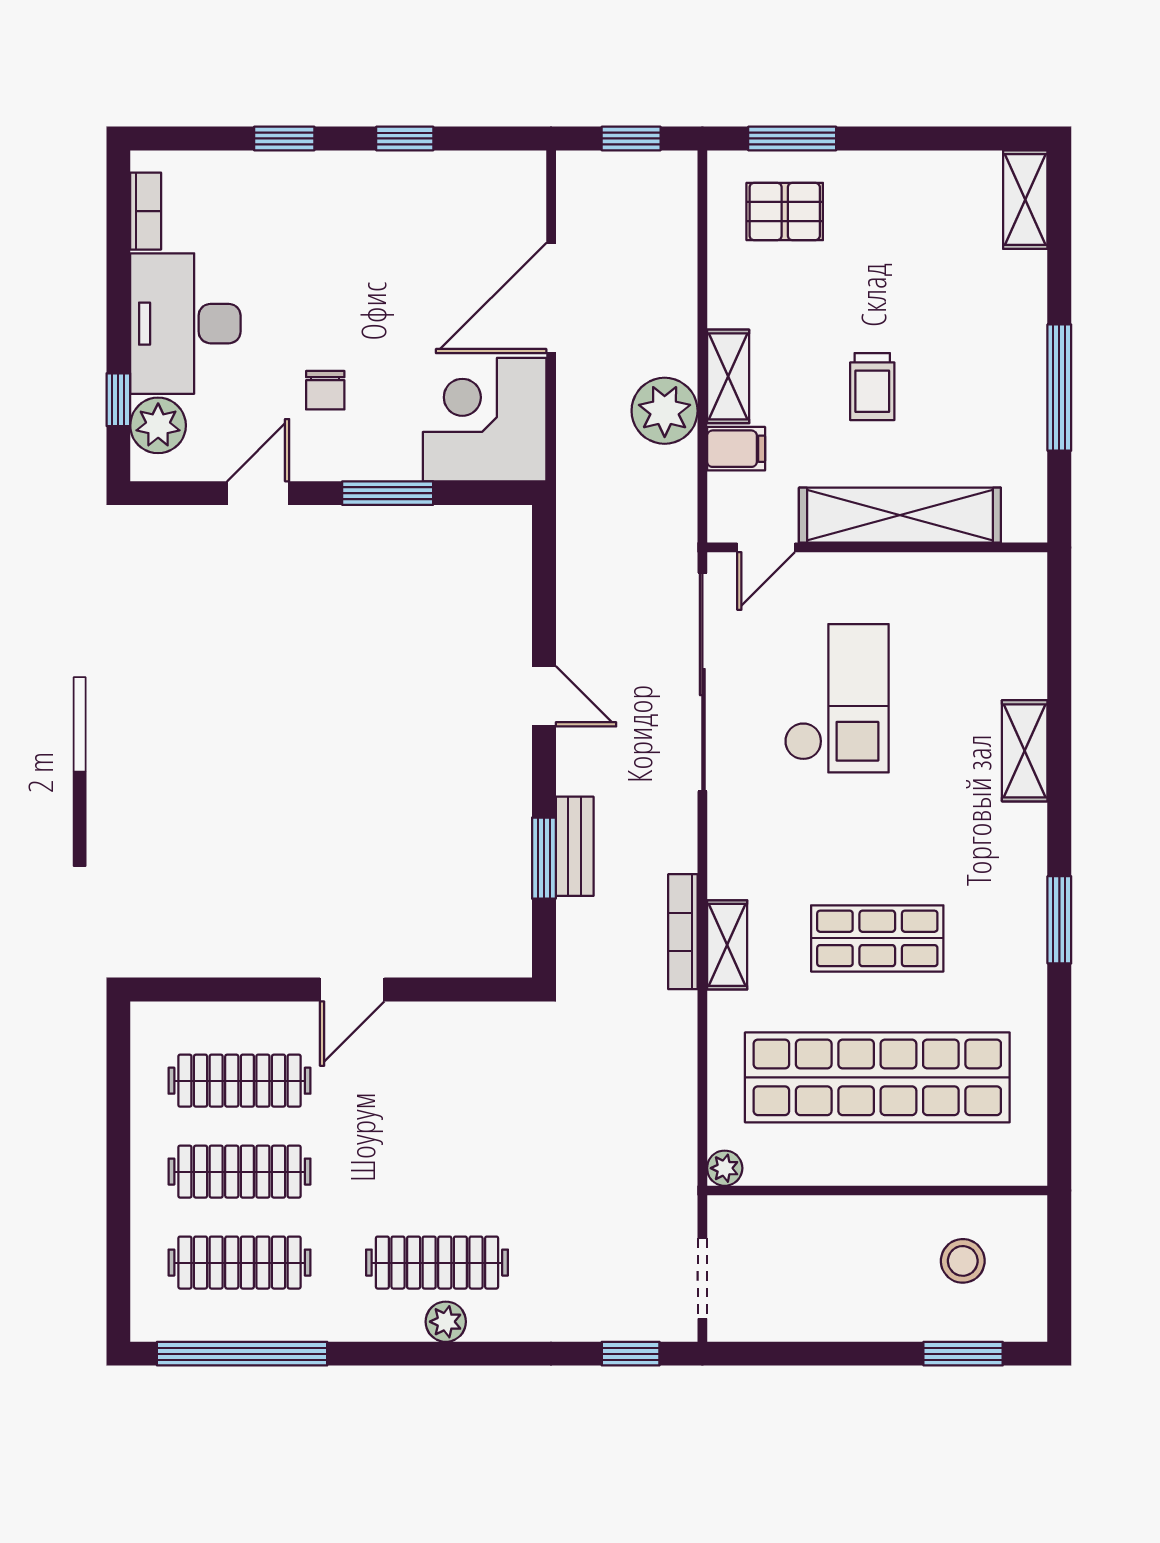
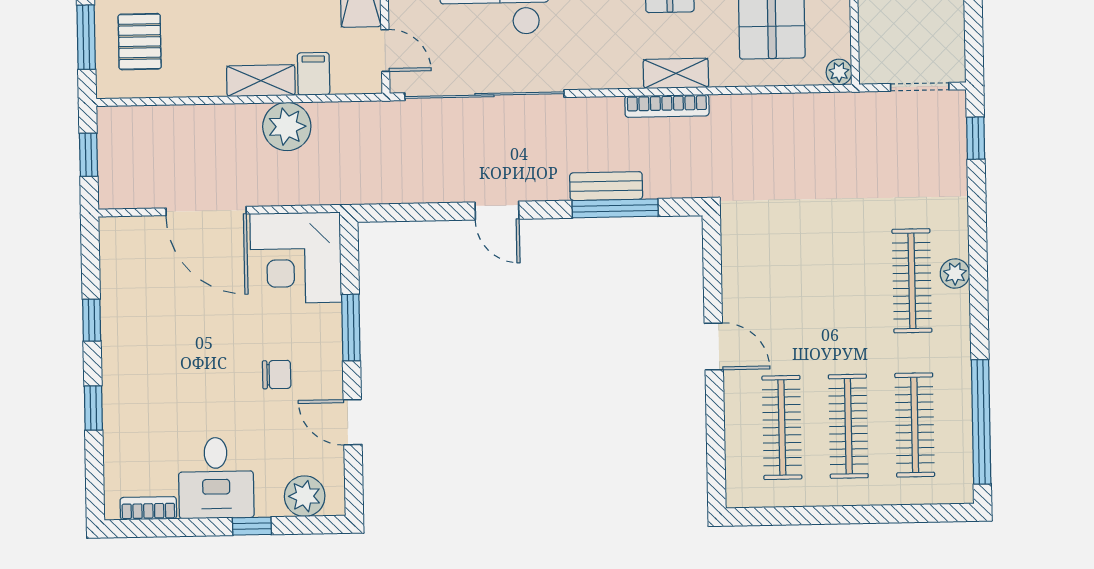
desk: (185, 324) -> (216, 478), width x0.73
window: (118, 400) -> (252, 526), moved
door: (544, 696) -> (497, 211), swing flipped
window: (544, 858) -> (615, 208), width x1.44

